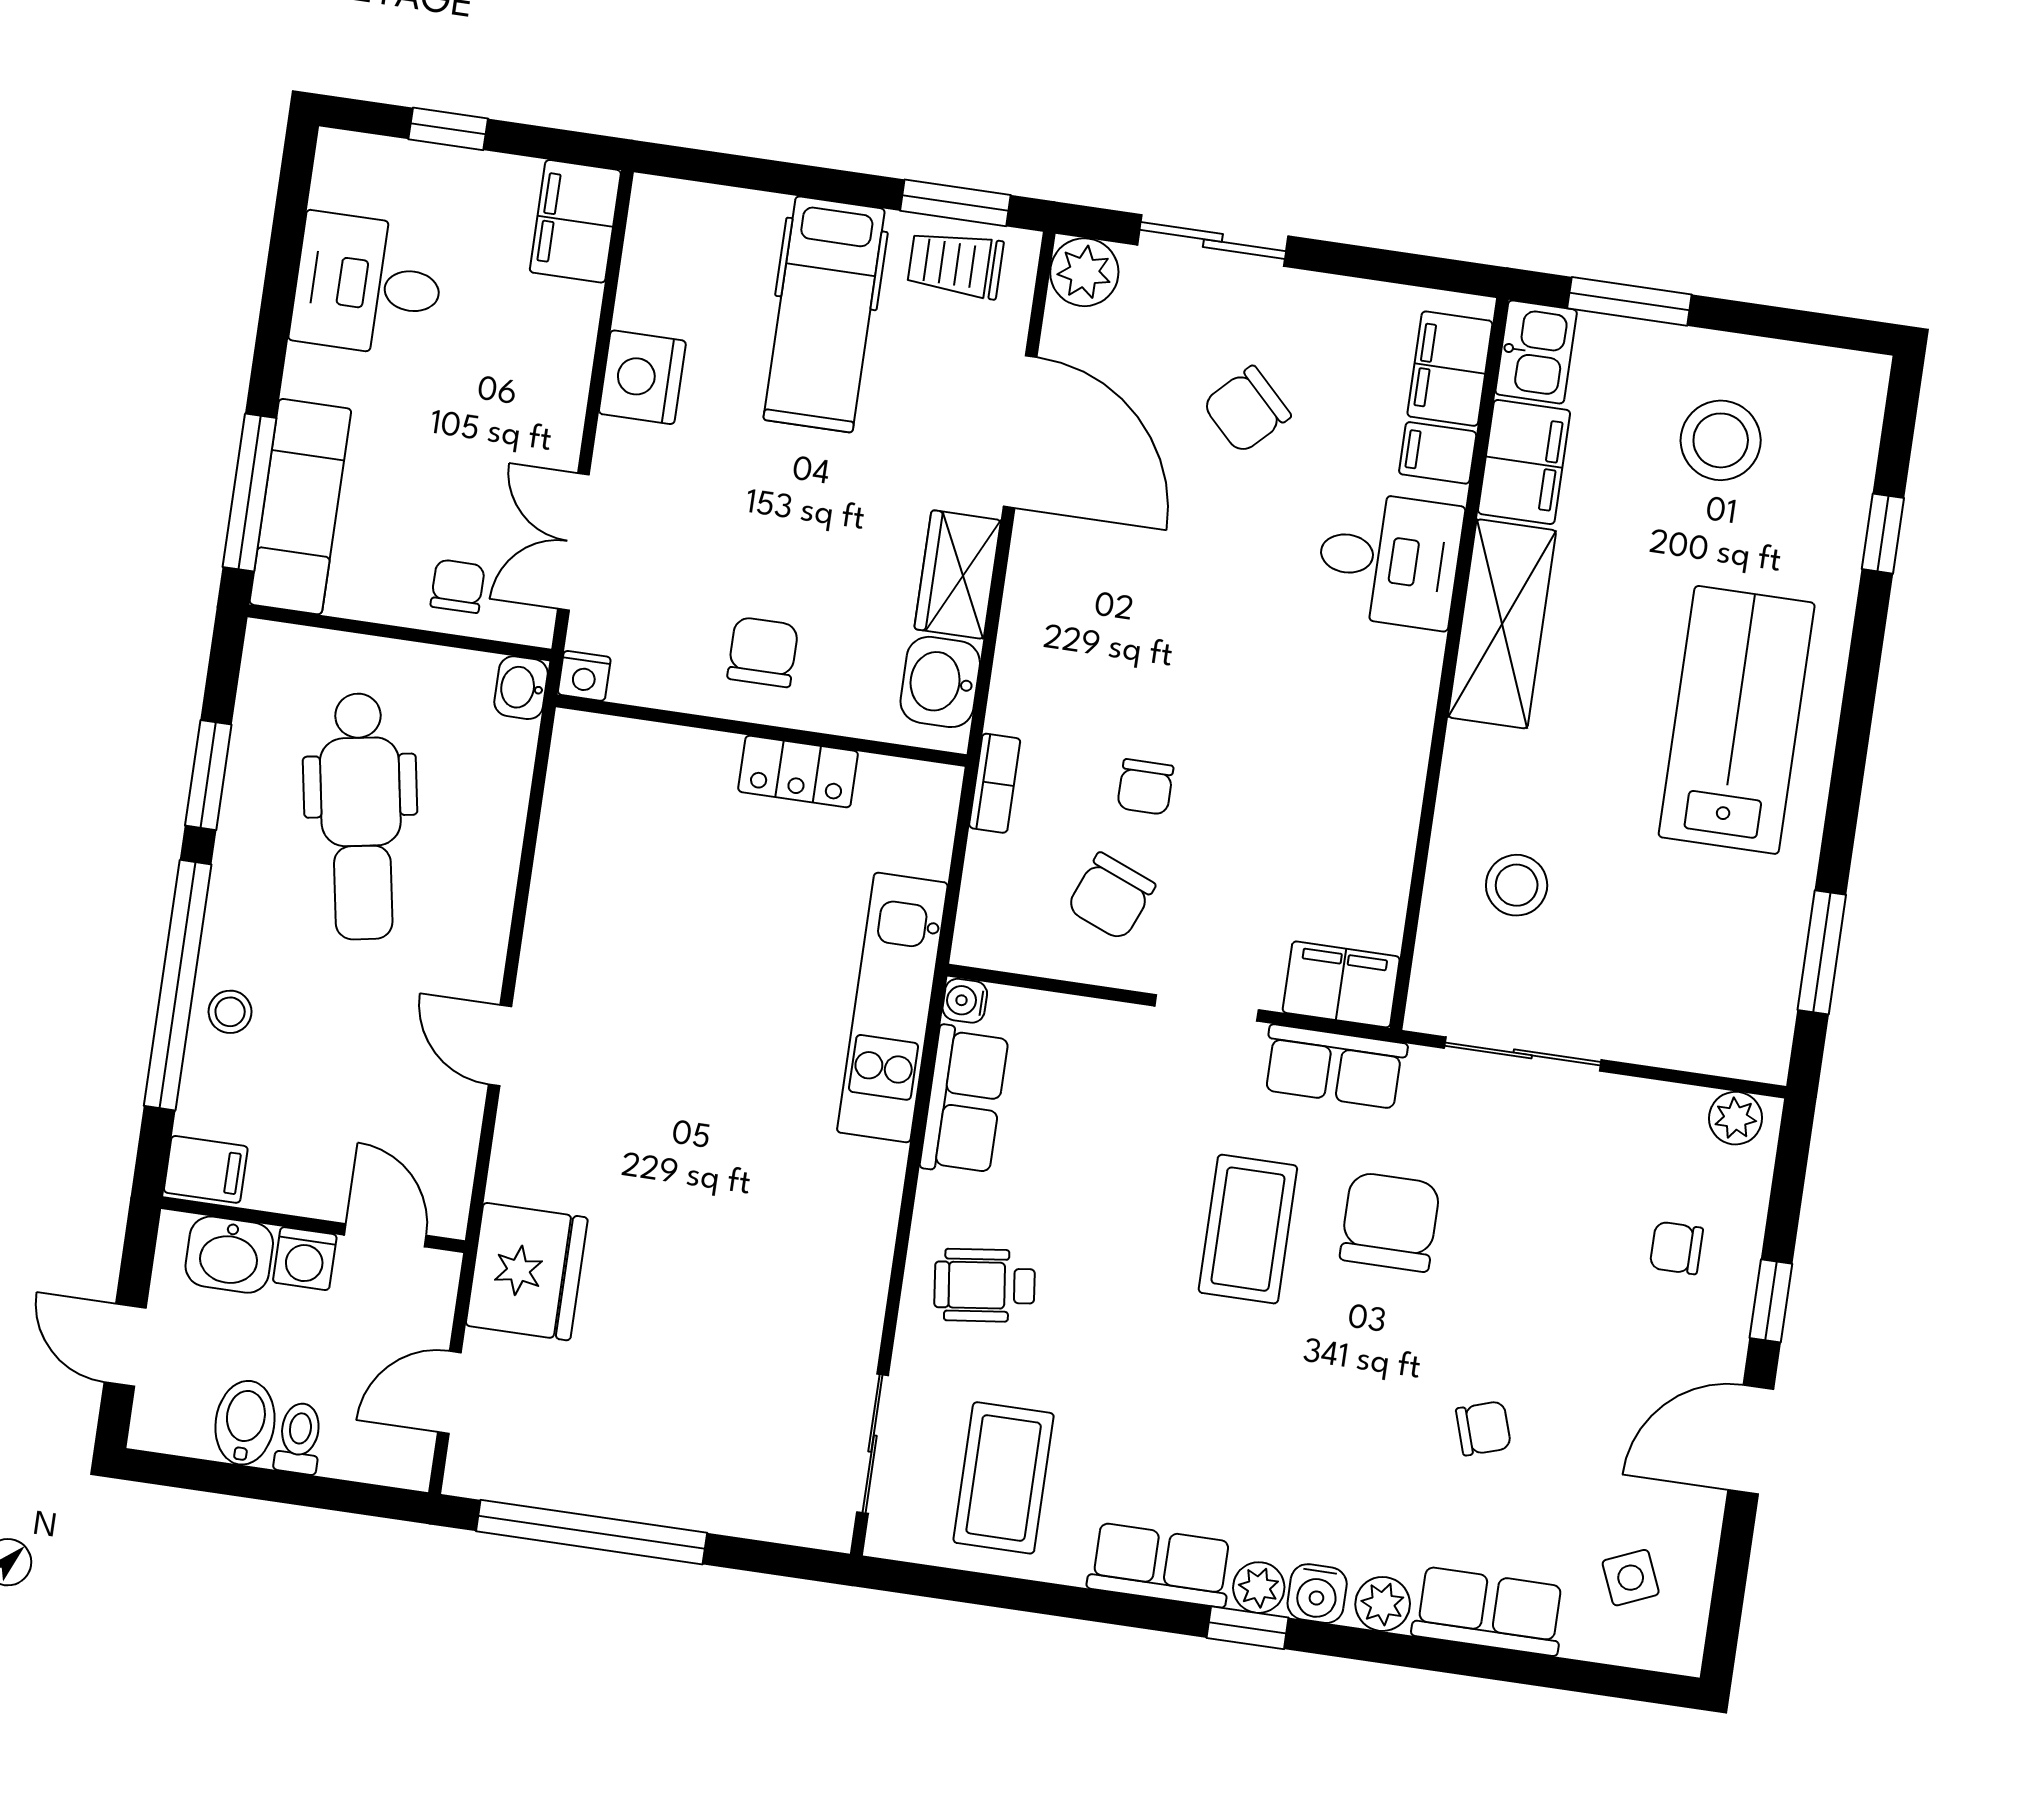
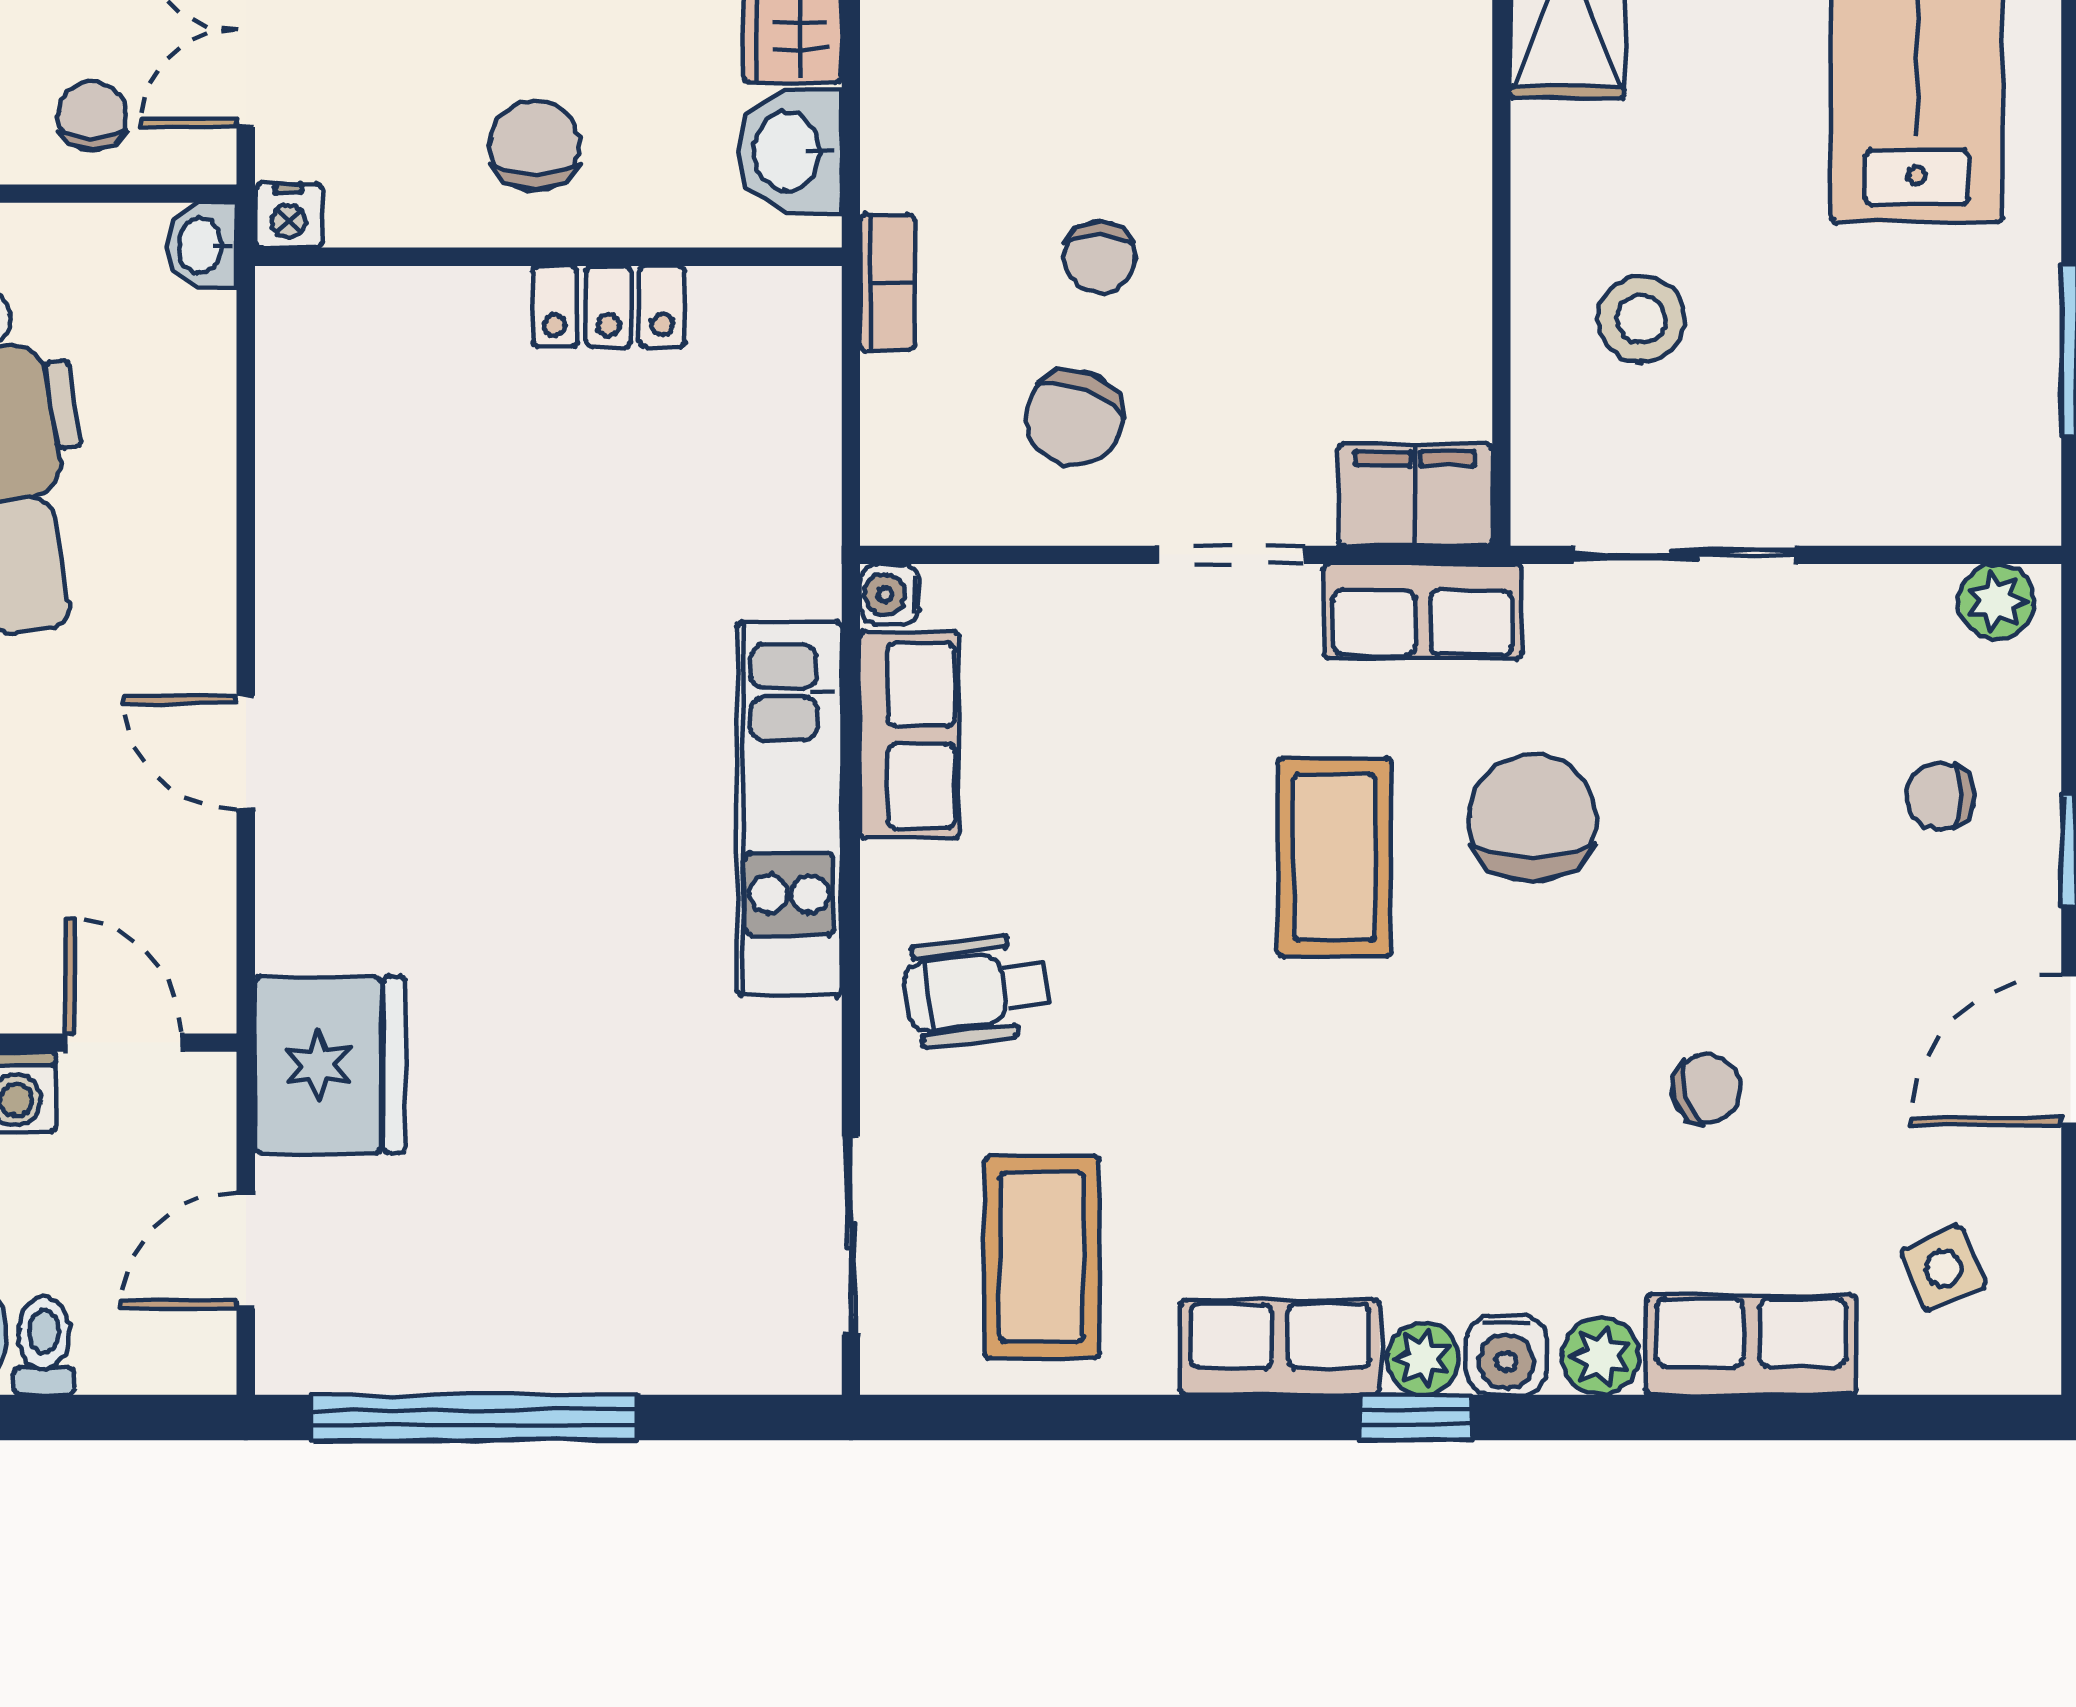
kitchen unit: (892, 1008) -> (789, 808), moved

